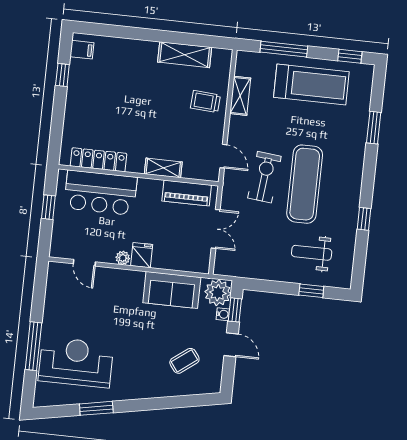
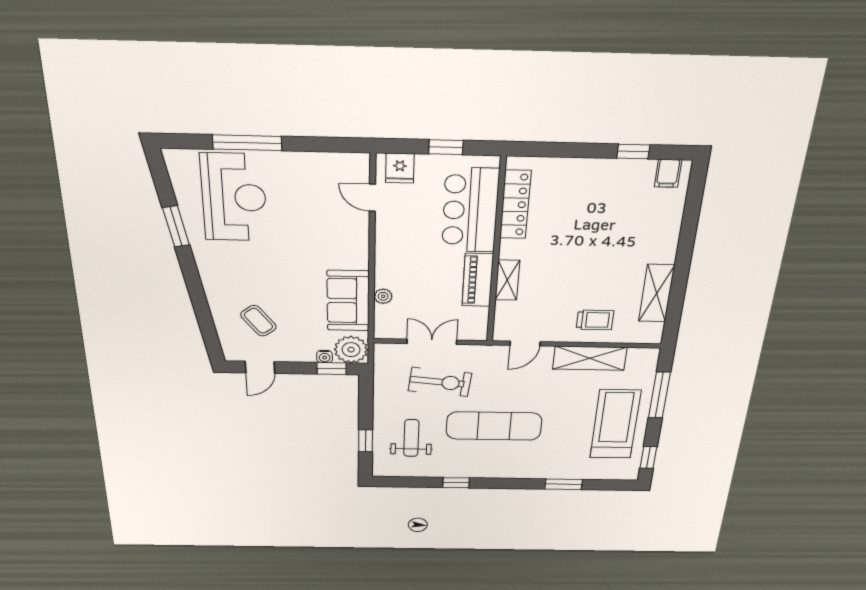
treadmill: (311, 85) -> (615, 424), turned 180
shelving: (240, 96) -> (590, 358), width x1.50, depth x1.33
trolley: (206, 102) -> (595, 320), turned 86
exercise bike: (264, 177) -> (440, 382), moved
piano: (187, 193) -> (478, 280), moved
double door: (216, 229) -> (432, 342), swing flipped
fridge: (142, 255) -> (400, 168), moved, turned 90
plant: (123, 258) -> (383, 296), moved
door: (84, 263) -> (372, 198), hinge flipped
door: (231, 345) -> (260, 367), moved

